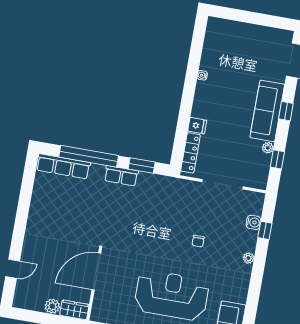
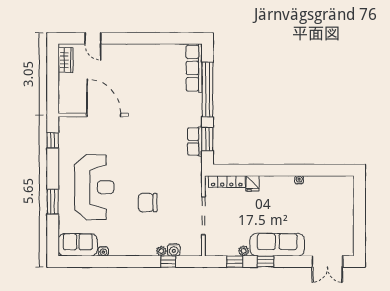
window: (286, 111) -> (266, 262), moved
row of seats: (121, 176) -> (195, 142), moved
chair: (198, 241) -> (148, 203), width x1.87, depth x1.87
plant: (248, 258) -> (161, 251), moved
water cooler: (242, 298) -> (103, 251), added
plant: (52, 306) -> (65, 80), removed
wardrobe: (74, 310) -> (65, 60), moved

